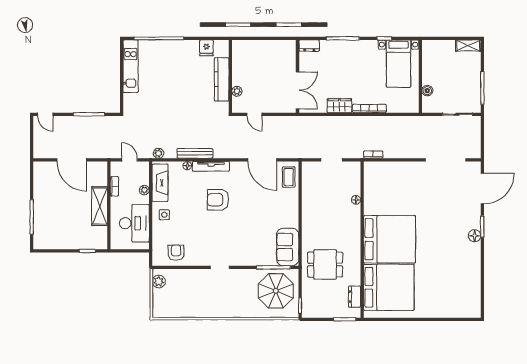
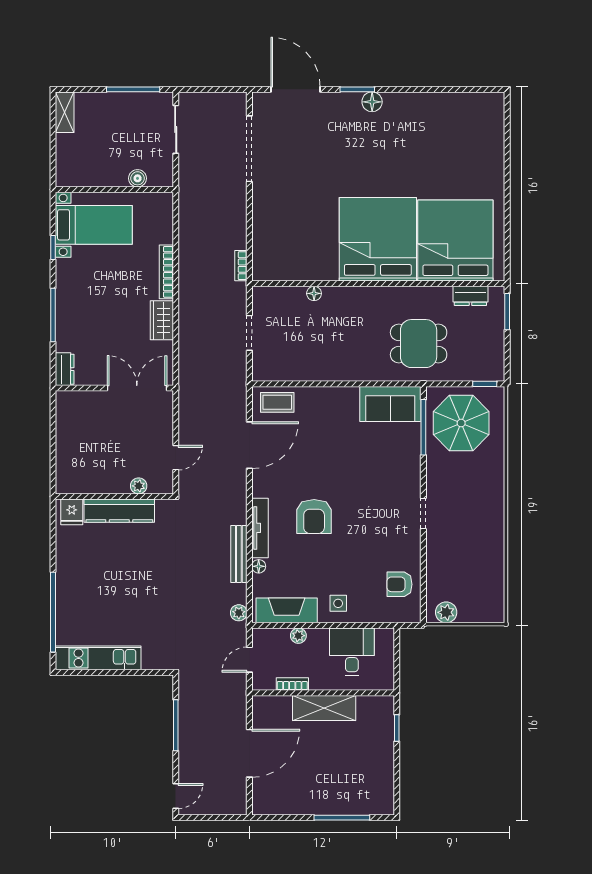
fridge: (206, 48) -> (72, 512), moved, turned 90
desk: (134, 223) -> (352, 652), width x0.73
dining table: (325, 264) -> (419, 344), turned 90

